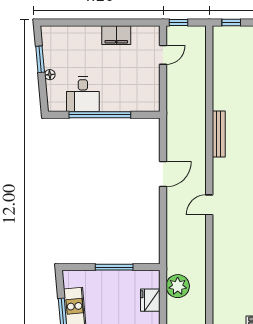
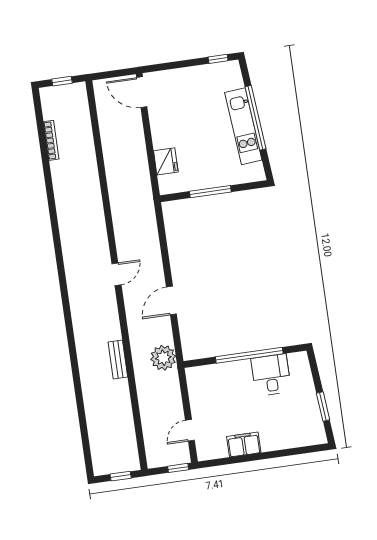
floor lamp: (50, 75) -> (310, 391), removed
bench: (219, 134) -> (118, 359), width x0.73
plant: (178, 286) -> (163, 358), moved

